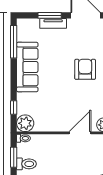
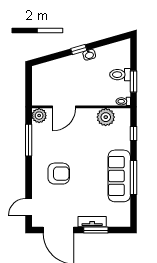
window: (14, 42) -> (133, 178), moved
armchair: (85, 69) -> (59, 174), turned -90
plant: (25, 123) -> (106, 117), moved

